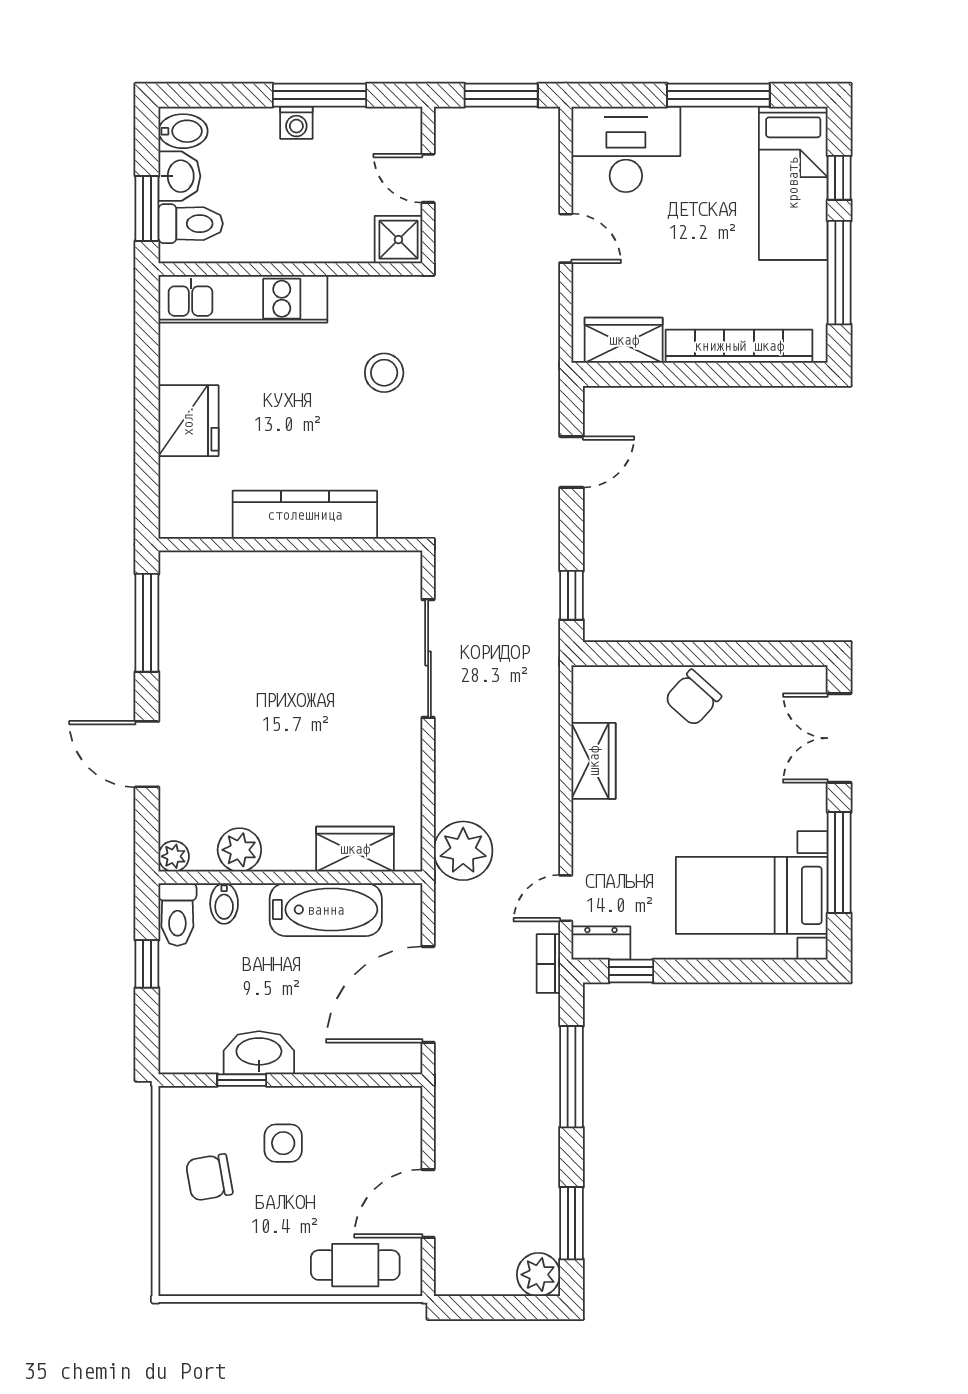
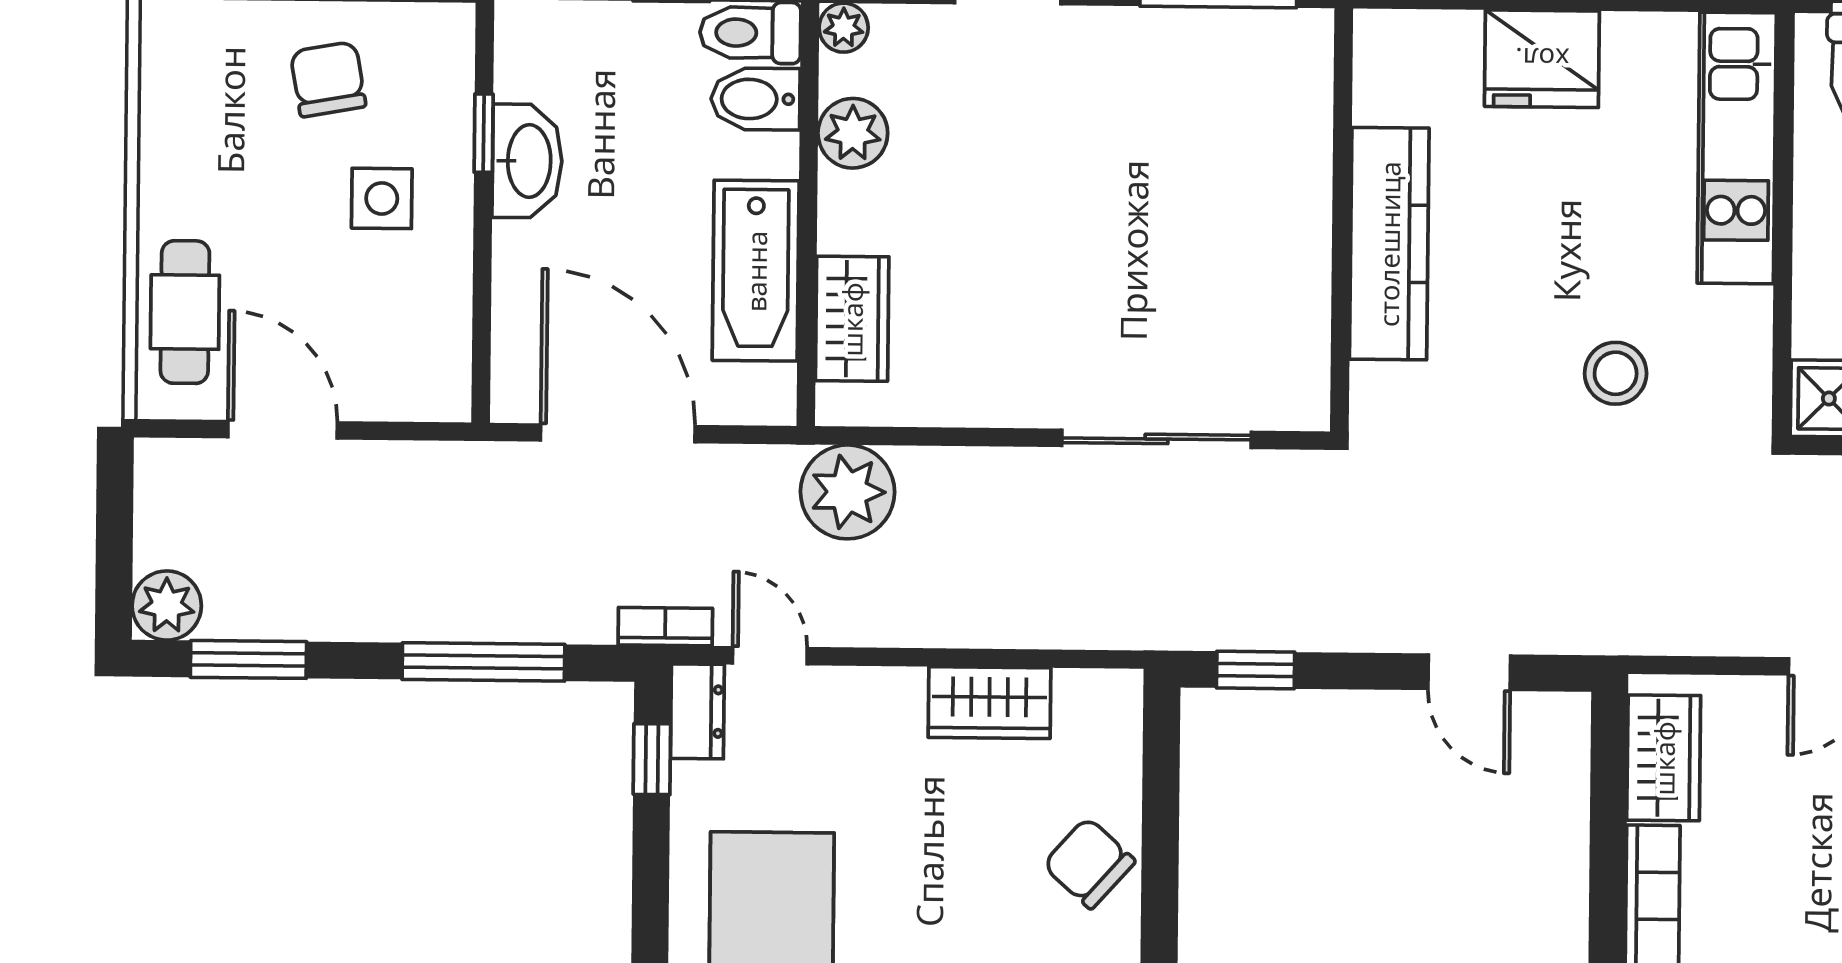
bidet: (224, 903) -> (755, 99), width x1.38, depth x1.36

